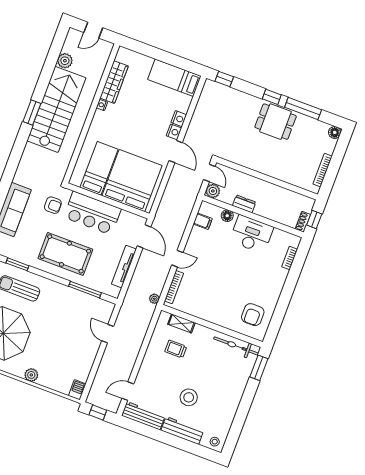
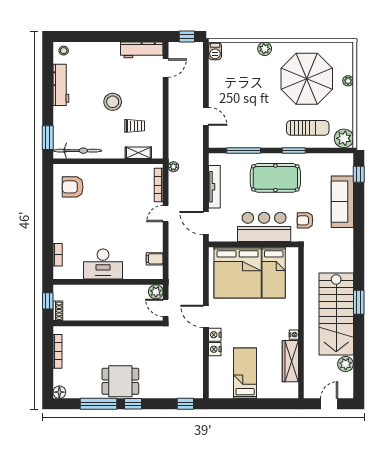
bed: (174, 78) -> (245, 373), moved, turned -90
dresser: (244, 204) -> (121, 291), removed
floor lamp: (227, 216) -> (133, 273), removed
shoe rack: (303, 222) -> (58, 311), moved
window: (17, 264) -> (294, 150), moved
armchair: (253, 315) -> (73, 187), turned -90
stool: (189, 397) -> (113, 102), moved
workbench: (182, 430) -> (61, 85), moved, turned -90

